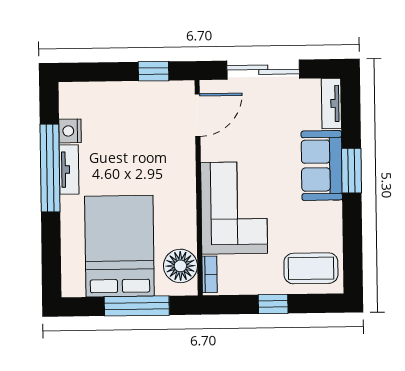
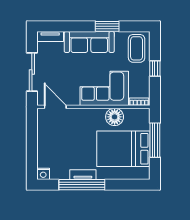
window: (154, 71) -> (32, 130), removed
nightstand: (70, 131) -> (43, 174), moved
sofa: (322, 165) -> (89, 42), width x1.36
window: (351, 171) -> (107, 26), moved
floor lamp: (180, 266) -> (115, 117), moved

